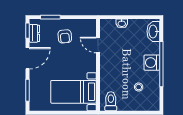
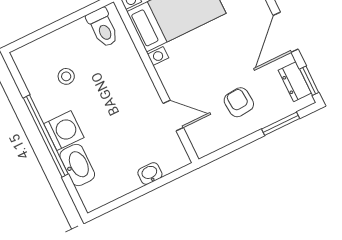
washbasin: (153, 31) -> (77, 165), moved

